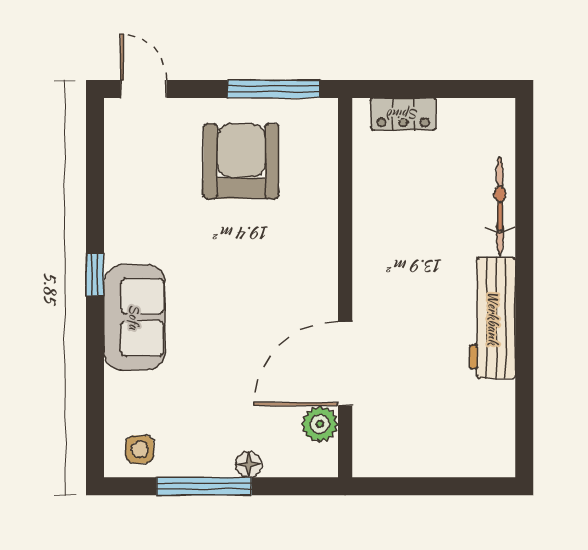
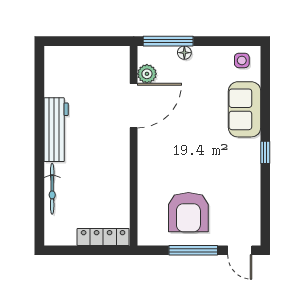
window: (274, 89) -> (193, 250), moved
locker: (403, 114) -> (103, 237), width x1.53
sofa: (134, 317) -> (245, 109), moved
window: (204, 486) -> (168, 41), moved

